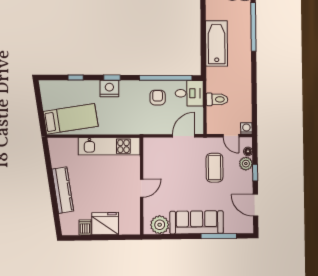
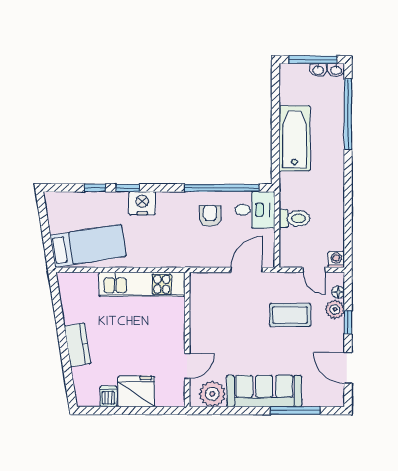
window: (112, 78) -> (128, 188), moved
coffee table: (215, 168) -> (290, 315), turned 90
door: (142, 188) -> (187, 366), moved
kitchen counter: (63, 190) -> (78, 345), width x0.67

